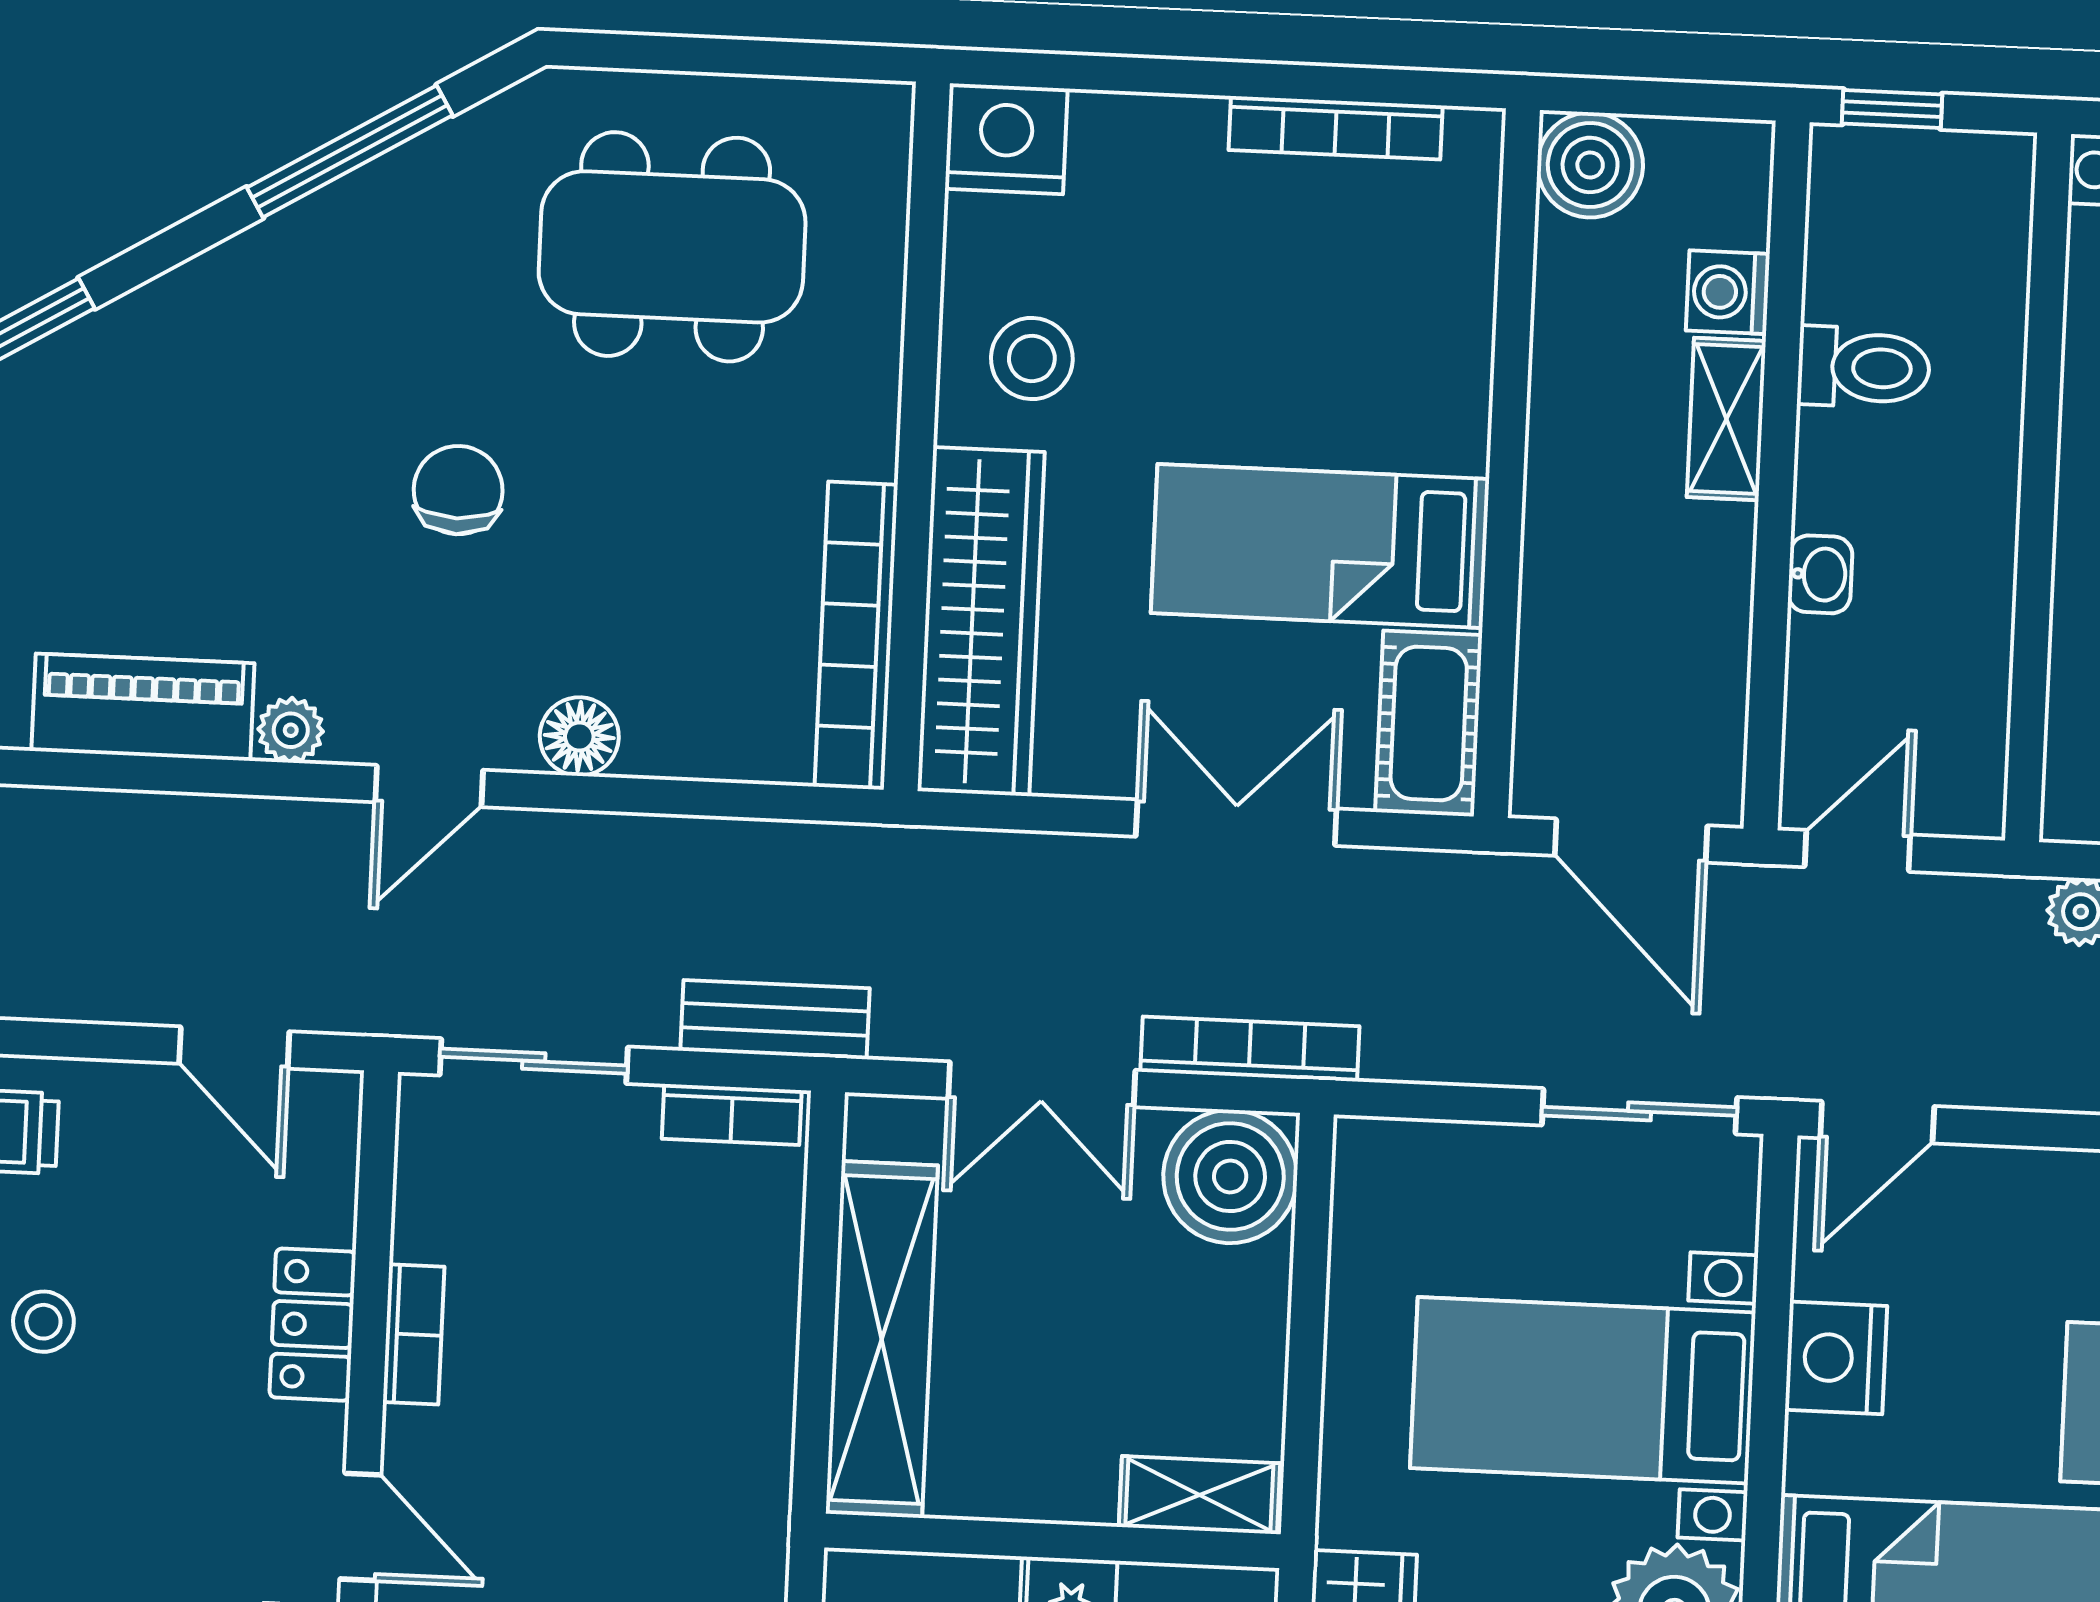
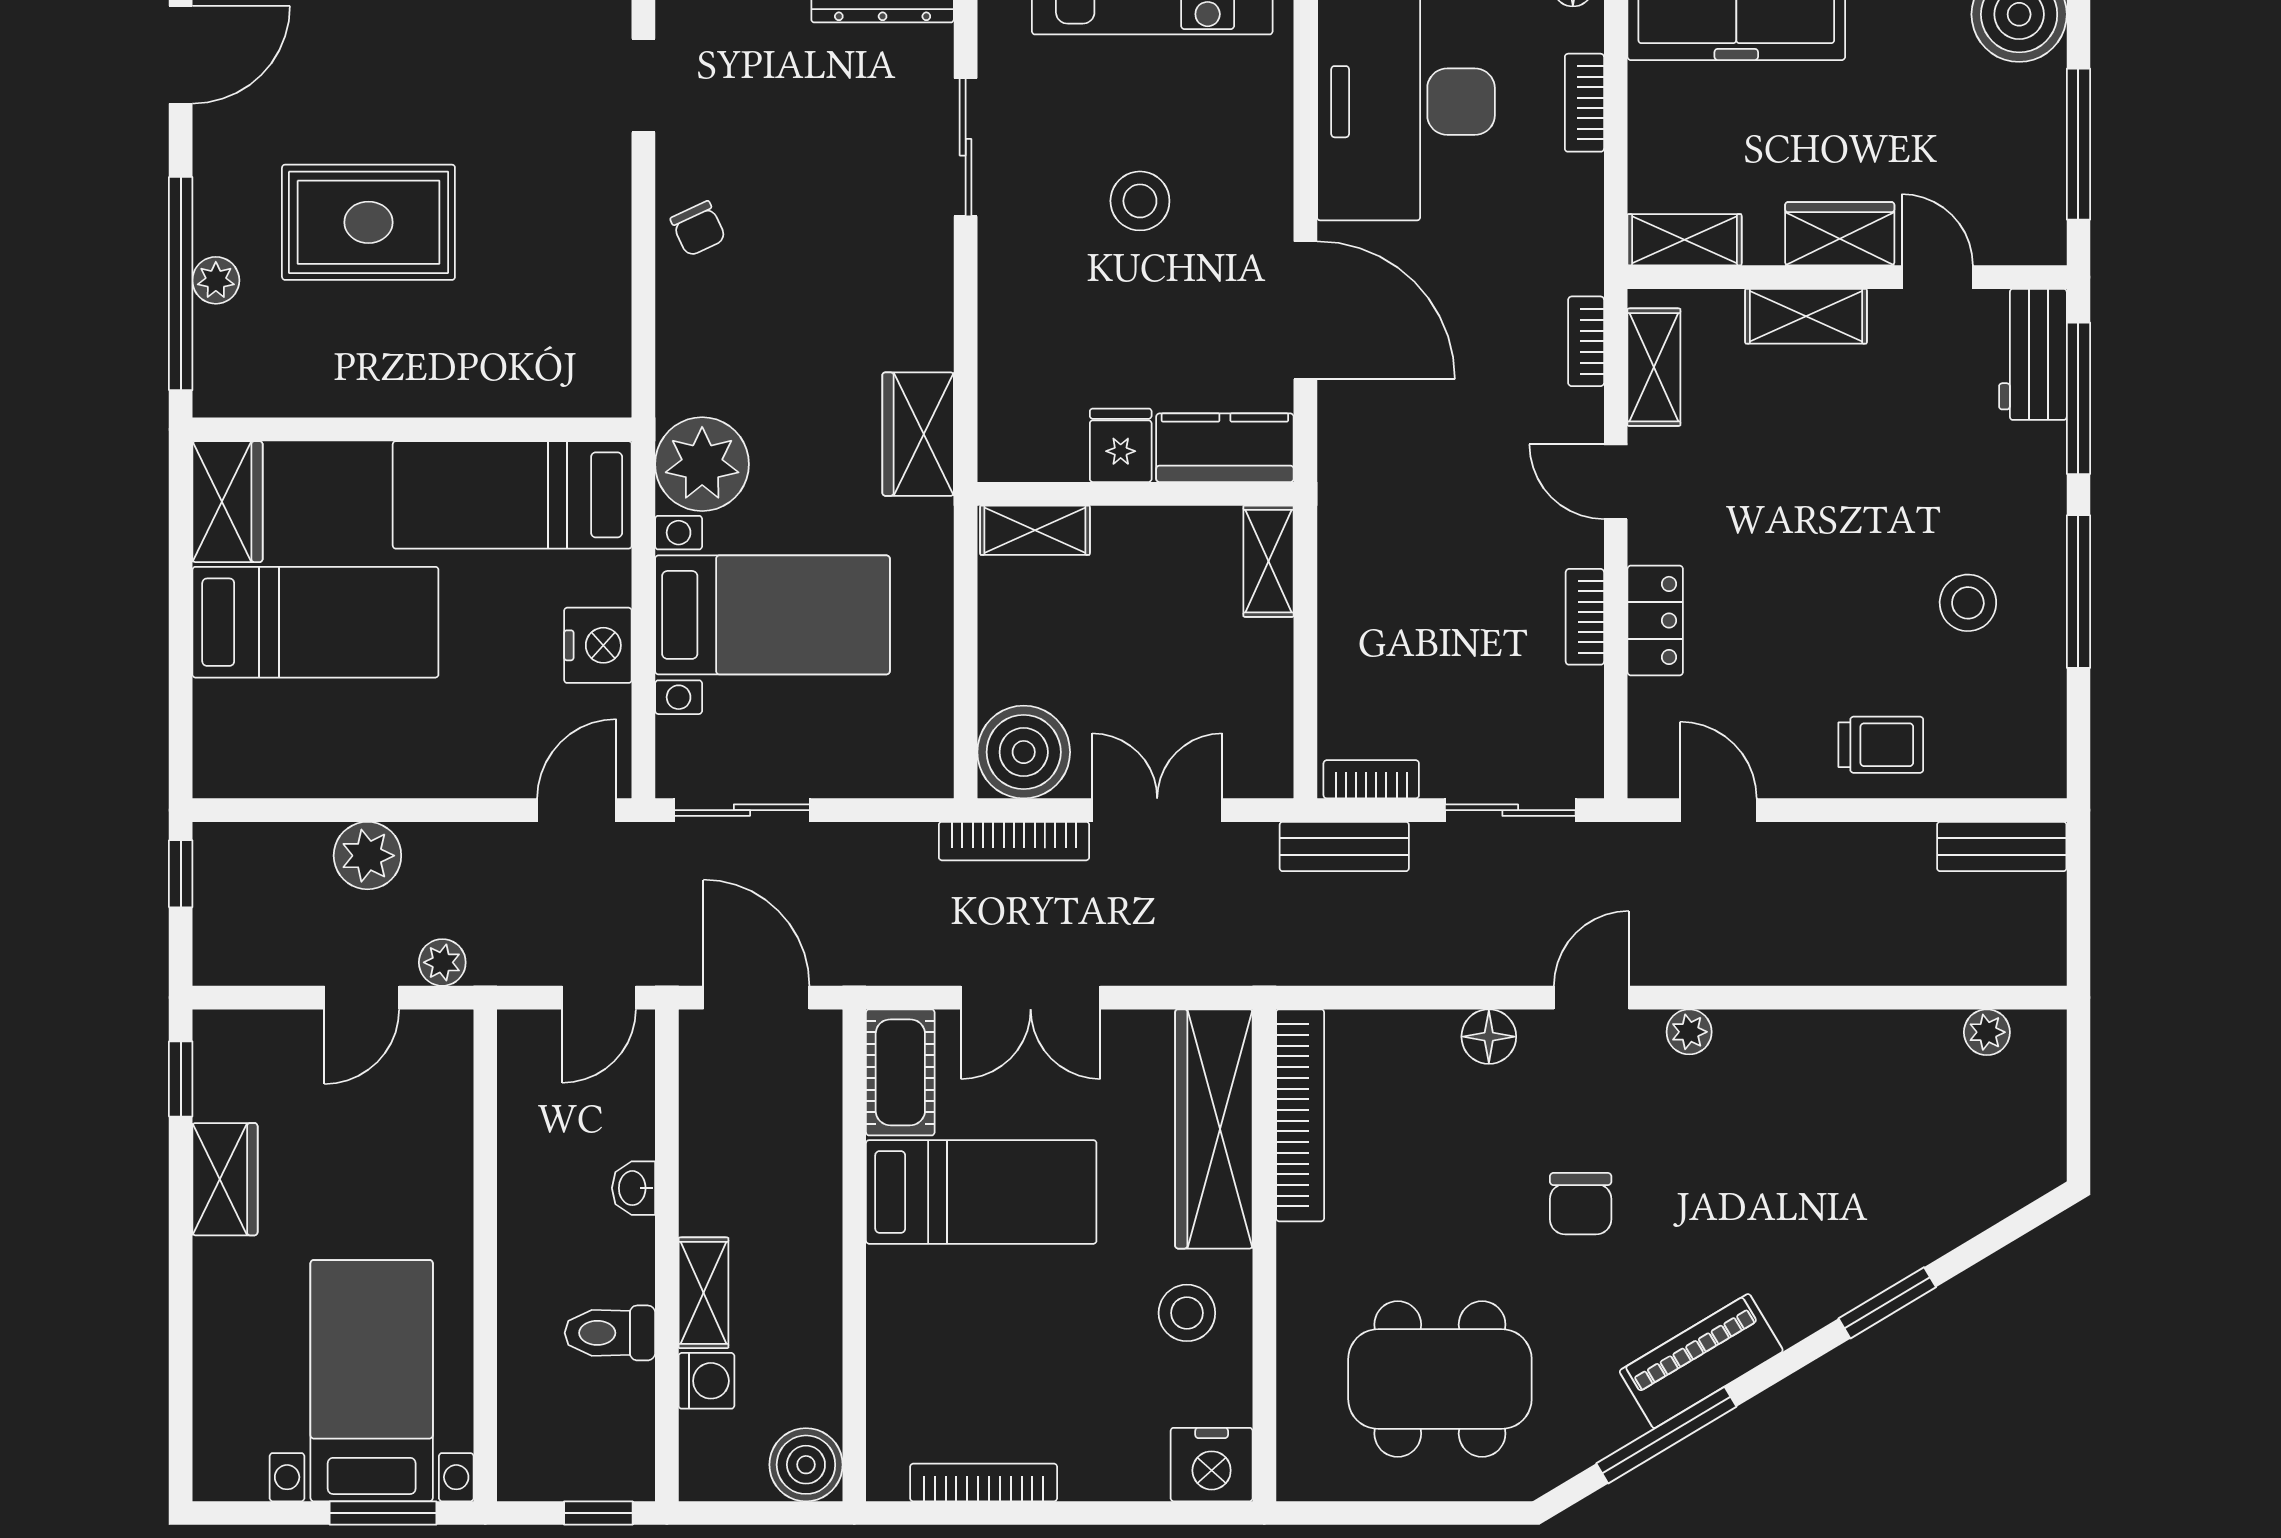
piano: (143, 707) -> (1701, 1361), moved, turned 149
stool: (43, 1322) -> (1842, 614), removed
shelving: (882, 1339) -> (1269, 561), width x0.45, depth x0.75

